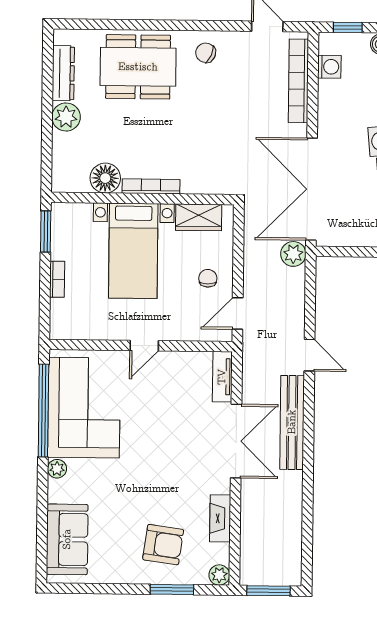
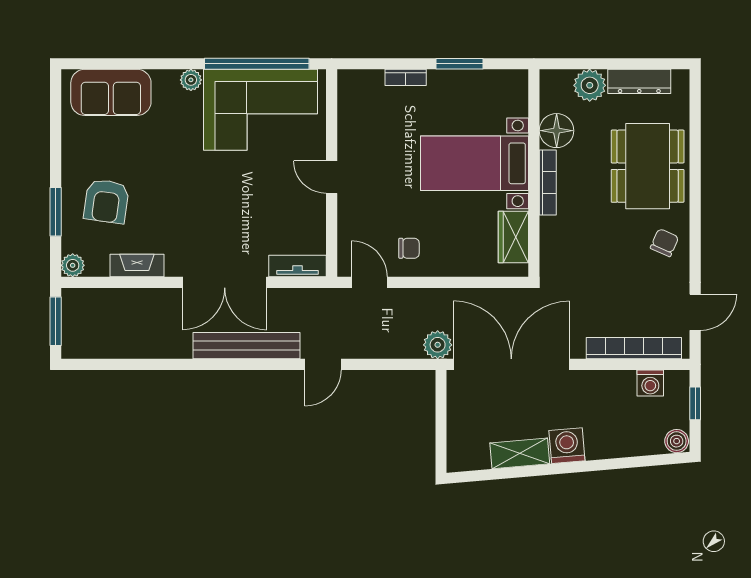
floor lamp: (105, 178) -> (557, 131), moved
bookcase: (151, 186) -> (548, 183), moved
wall: (143, 198) -> (534, 173), moved
wardrobe: (199, 217) -> (513, 237), moved
bed with nightstands: (133, 251) -> (475, 163), moved

